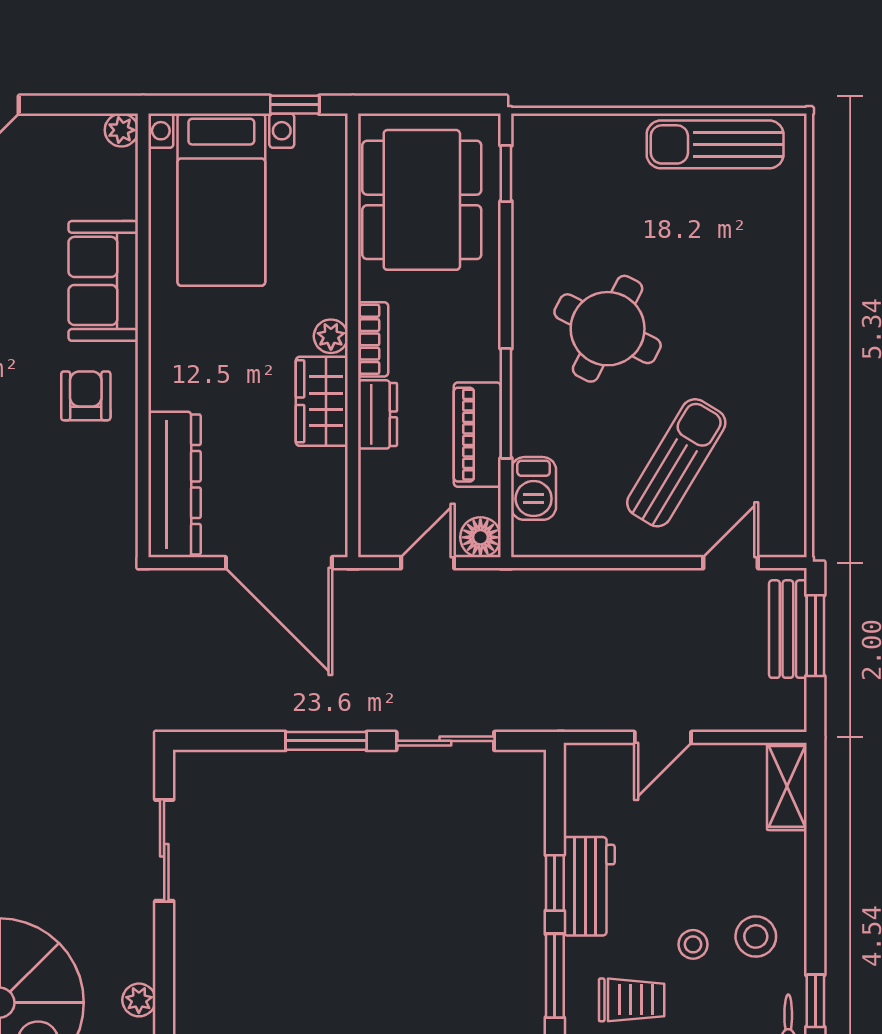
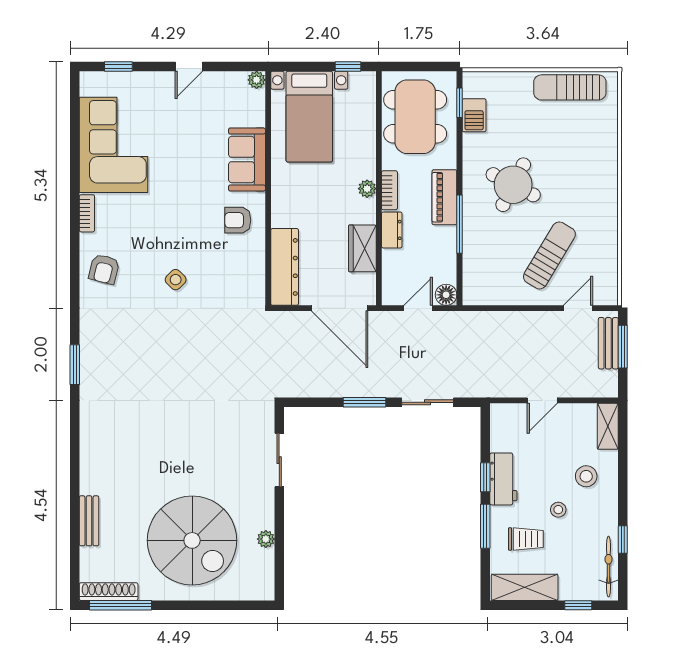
armchair: (86, 396) -> (238, 220), turned -90
wardrobe: (322, 401) -> (362, 248), moved
piano: (477, 435) -> (444, 197), moved
barbecue: (534, 488) -> (474, 115), moved
stool: (756, 936) -> (586, 476), moved

